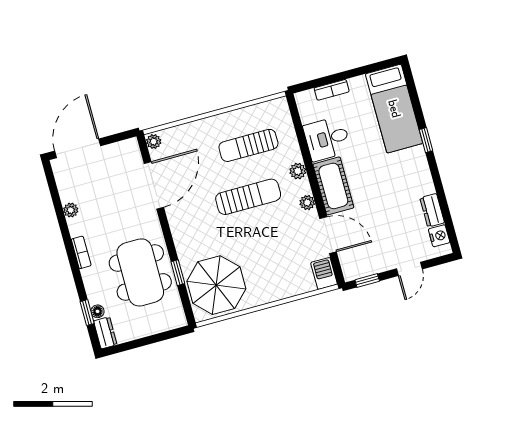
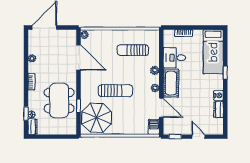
door: (154, 185) -> (78, 57), hinge flipped
sun lounger: (248, 197) -> (115, 91), moved
nightstand: (439, 236) -> (218, 95), moved
door: (409, 269) -> (198, 137), swing flipped

